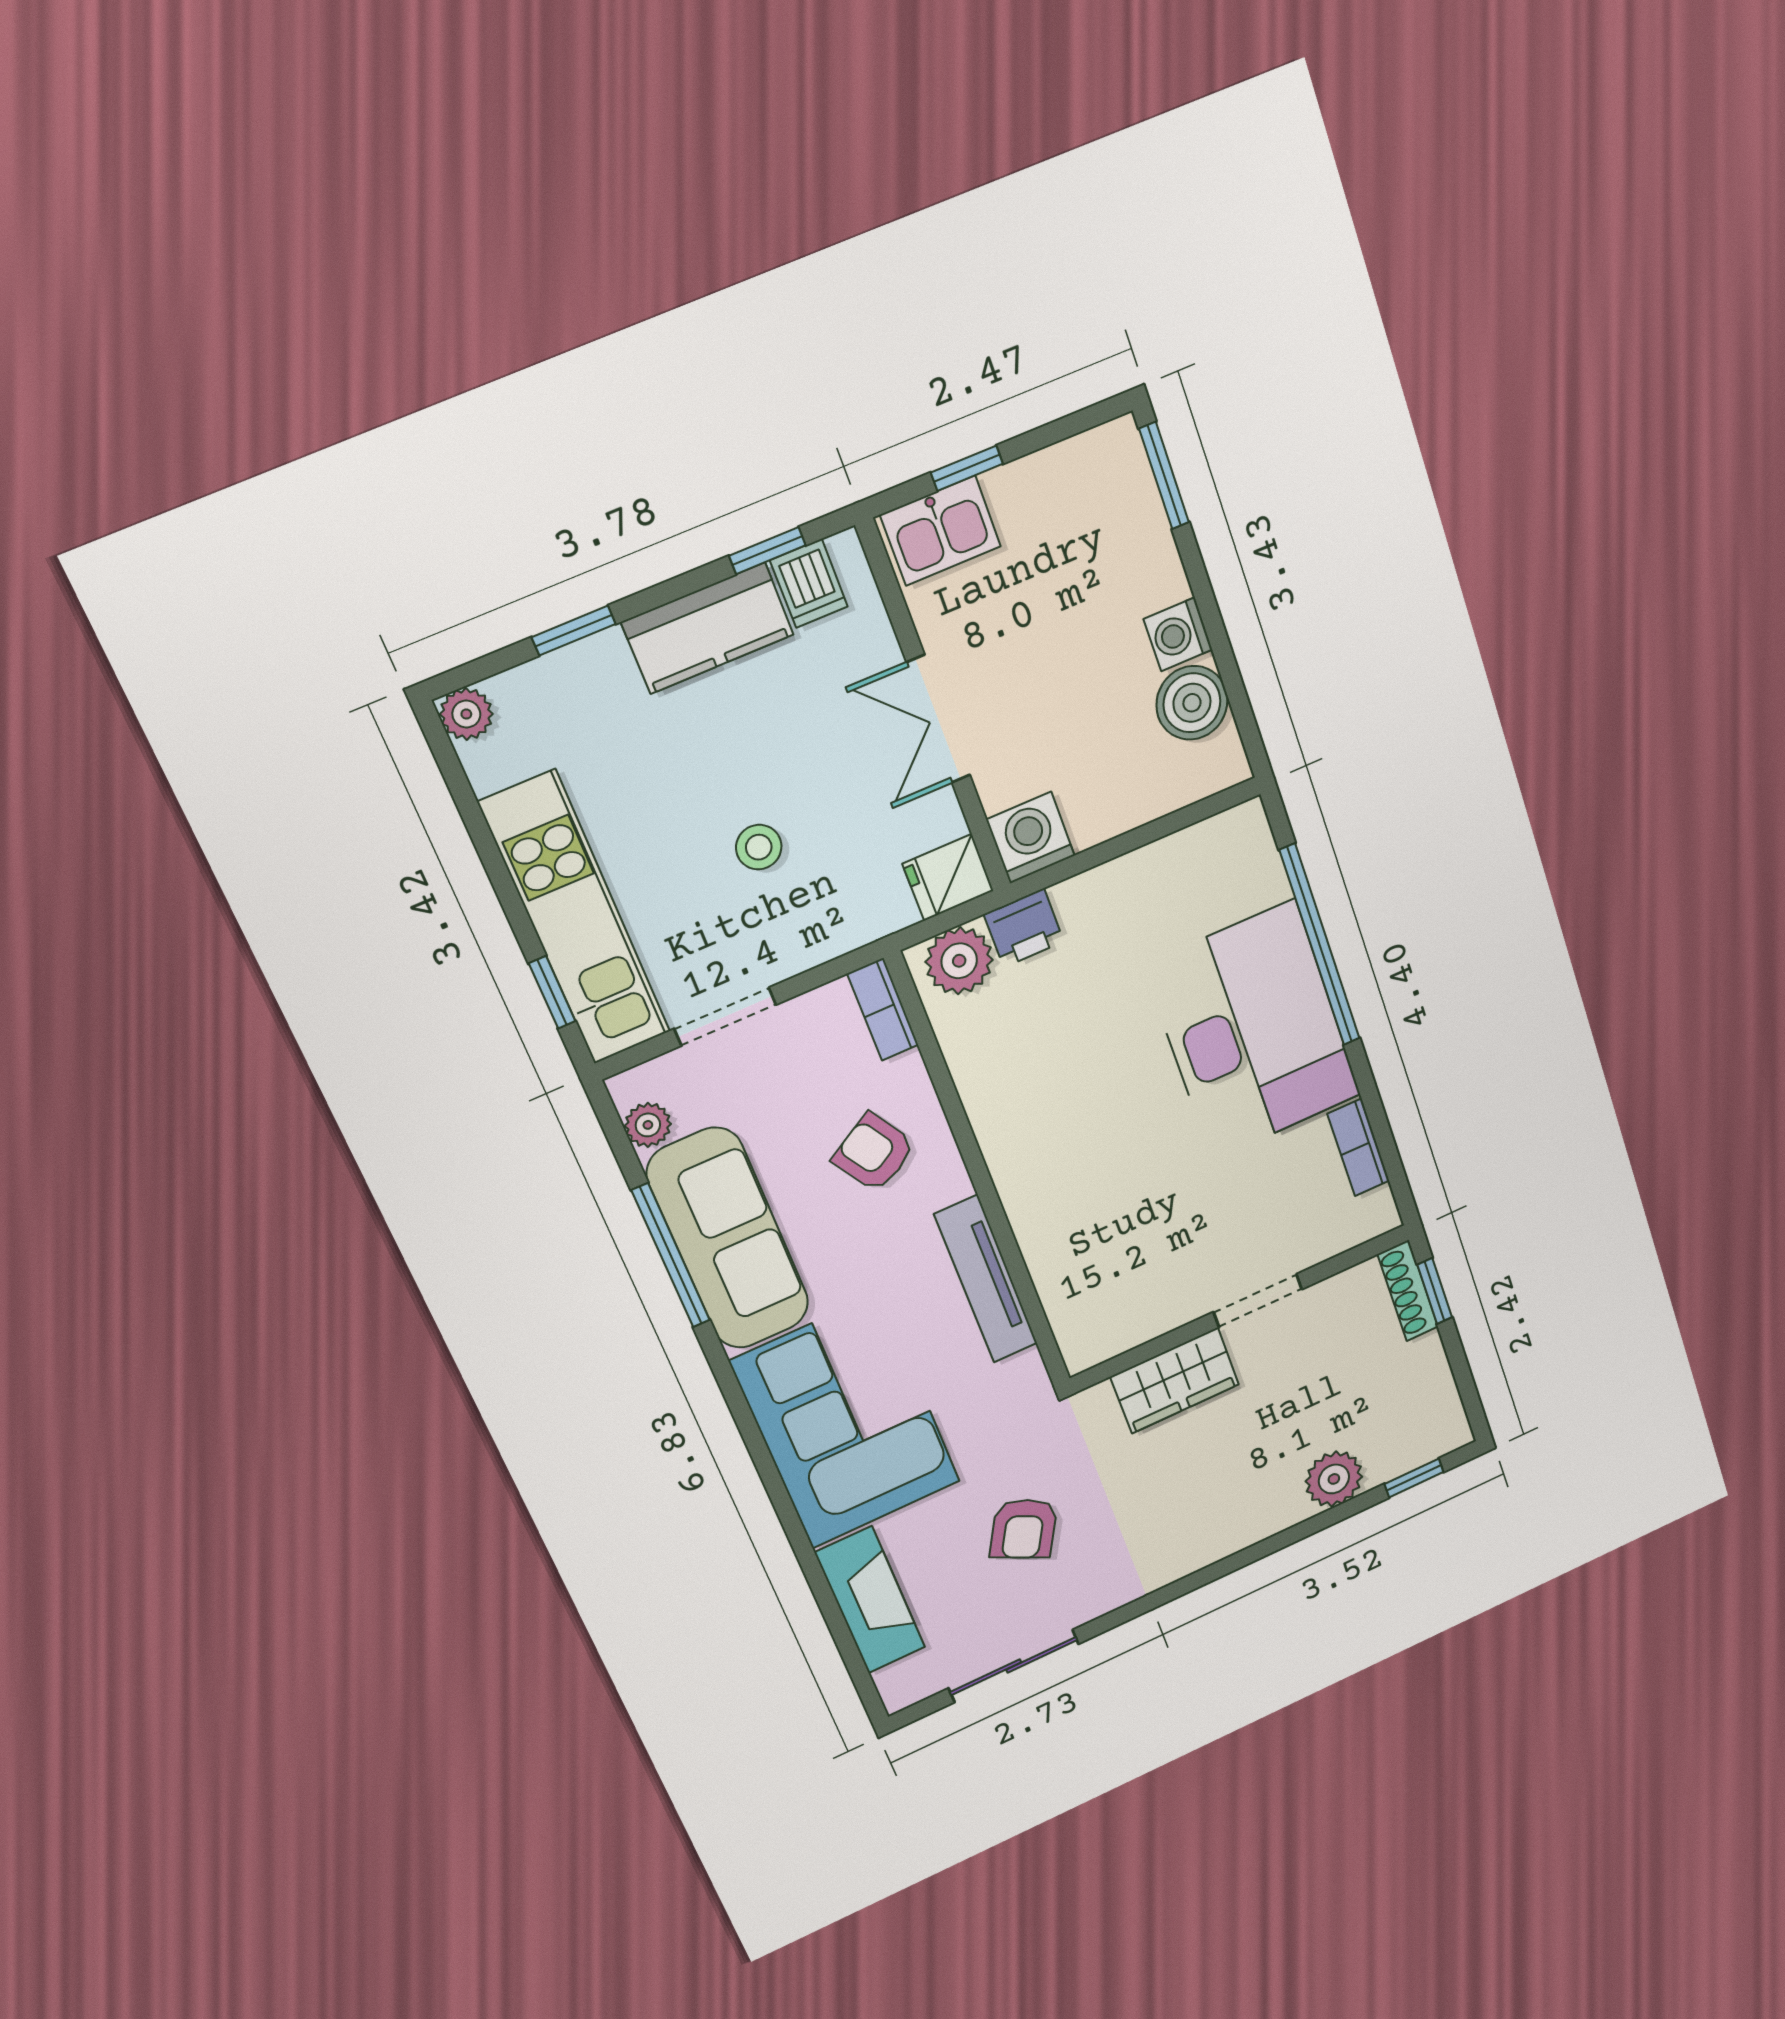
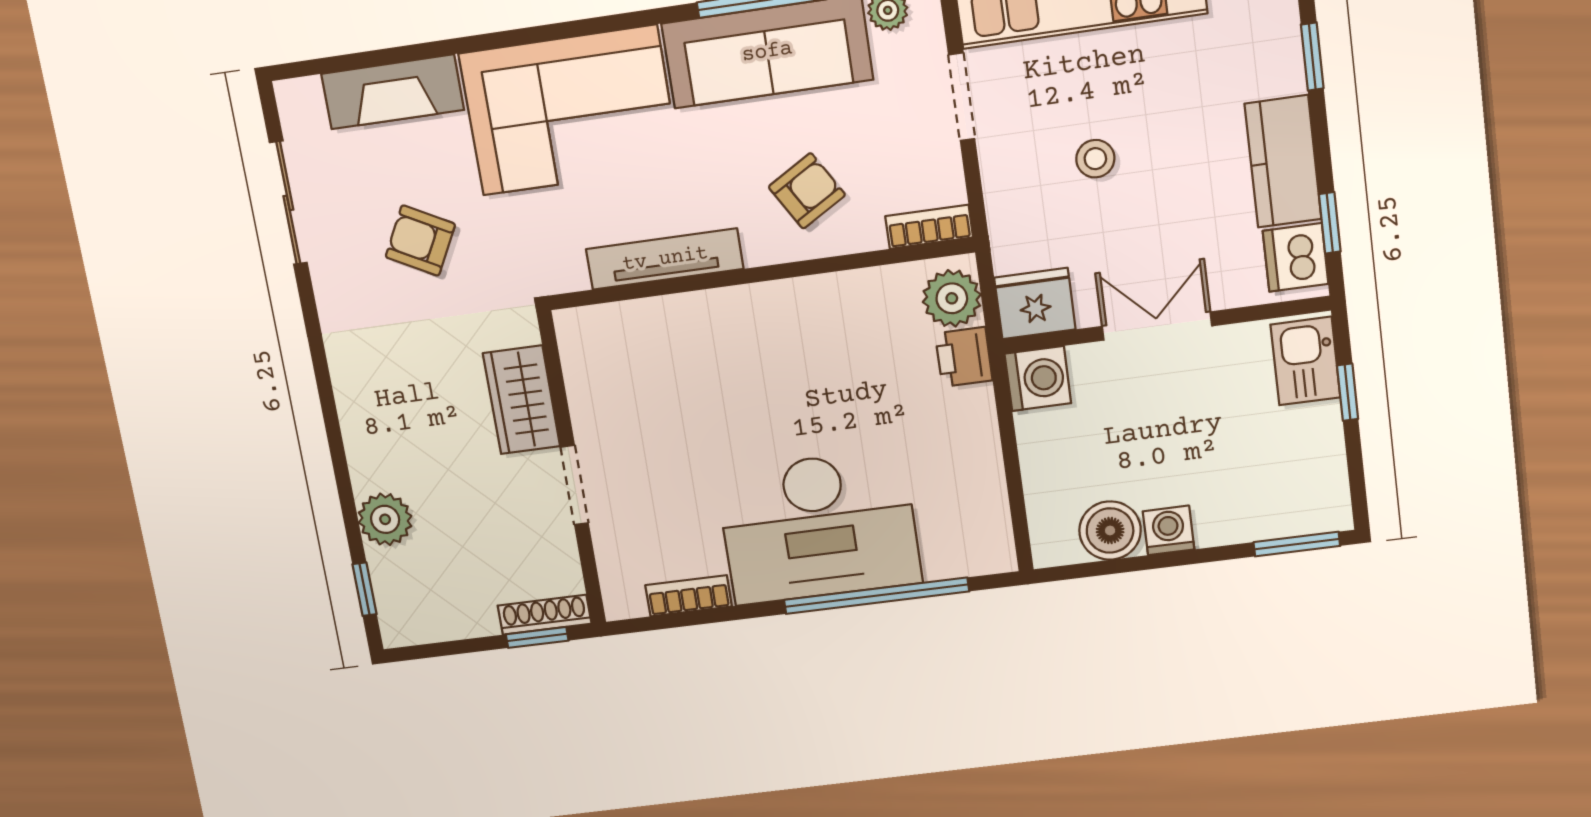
dishwasher: (809, 583) -> (1296, 257), width x1.38
fridge: (948, 877) -> (1035, 304), width x1.38

